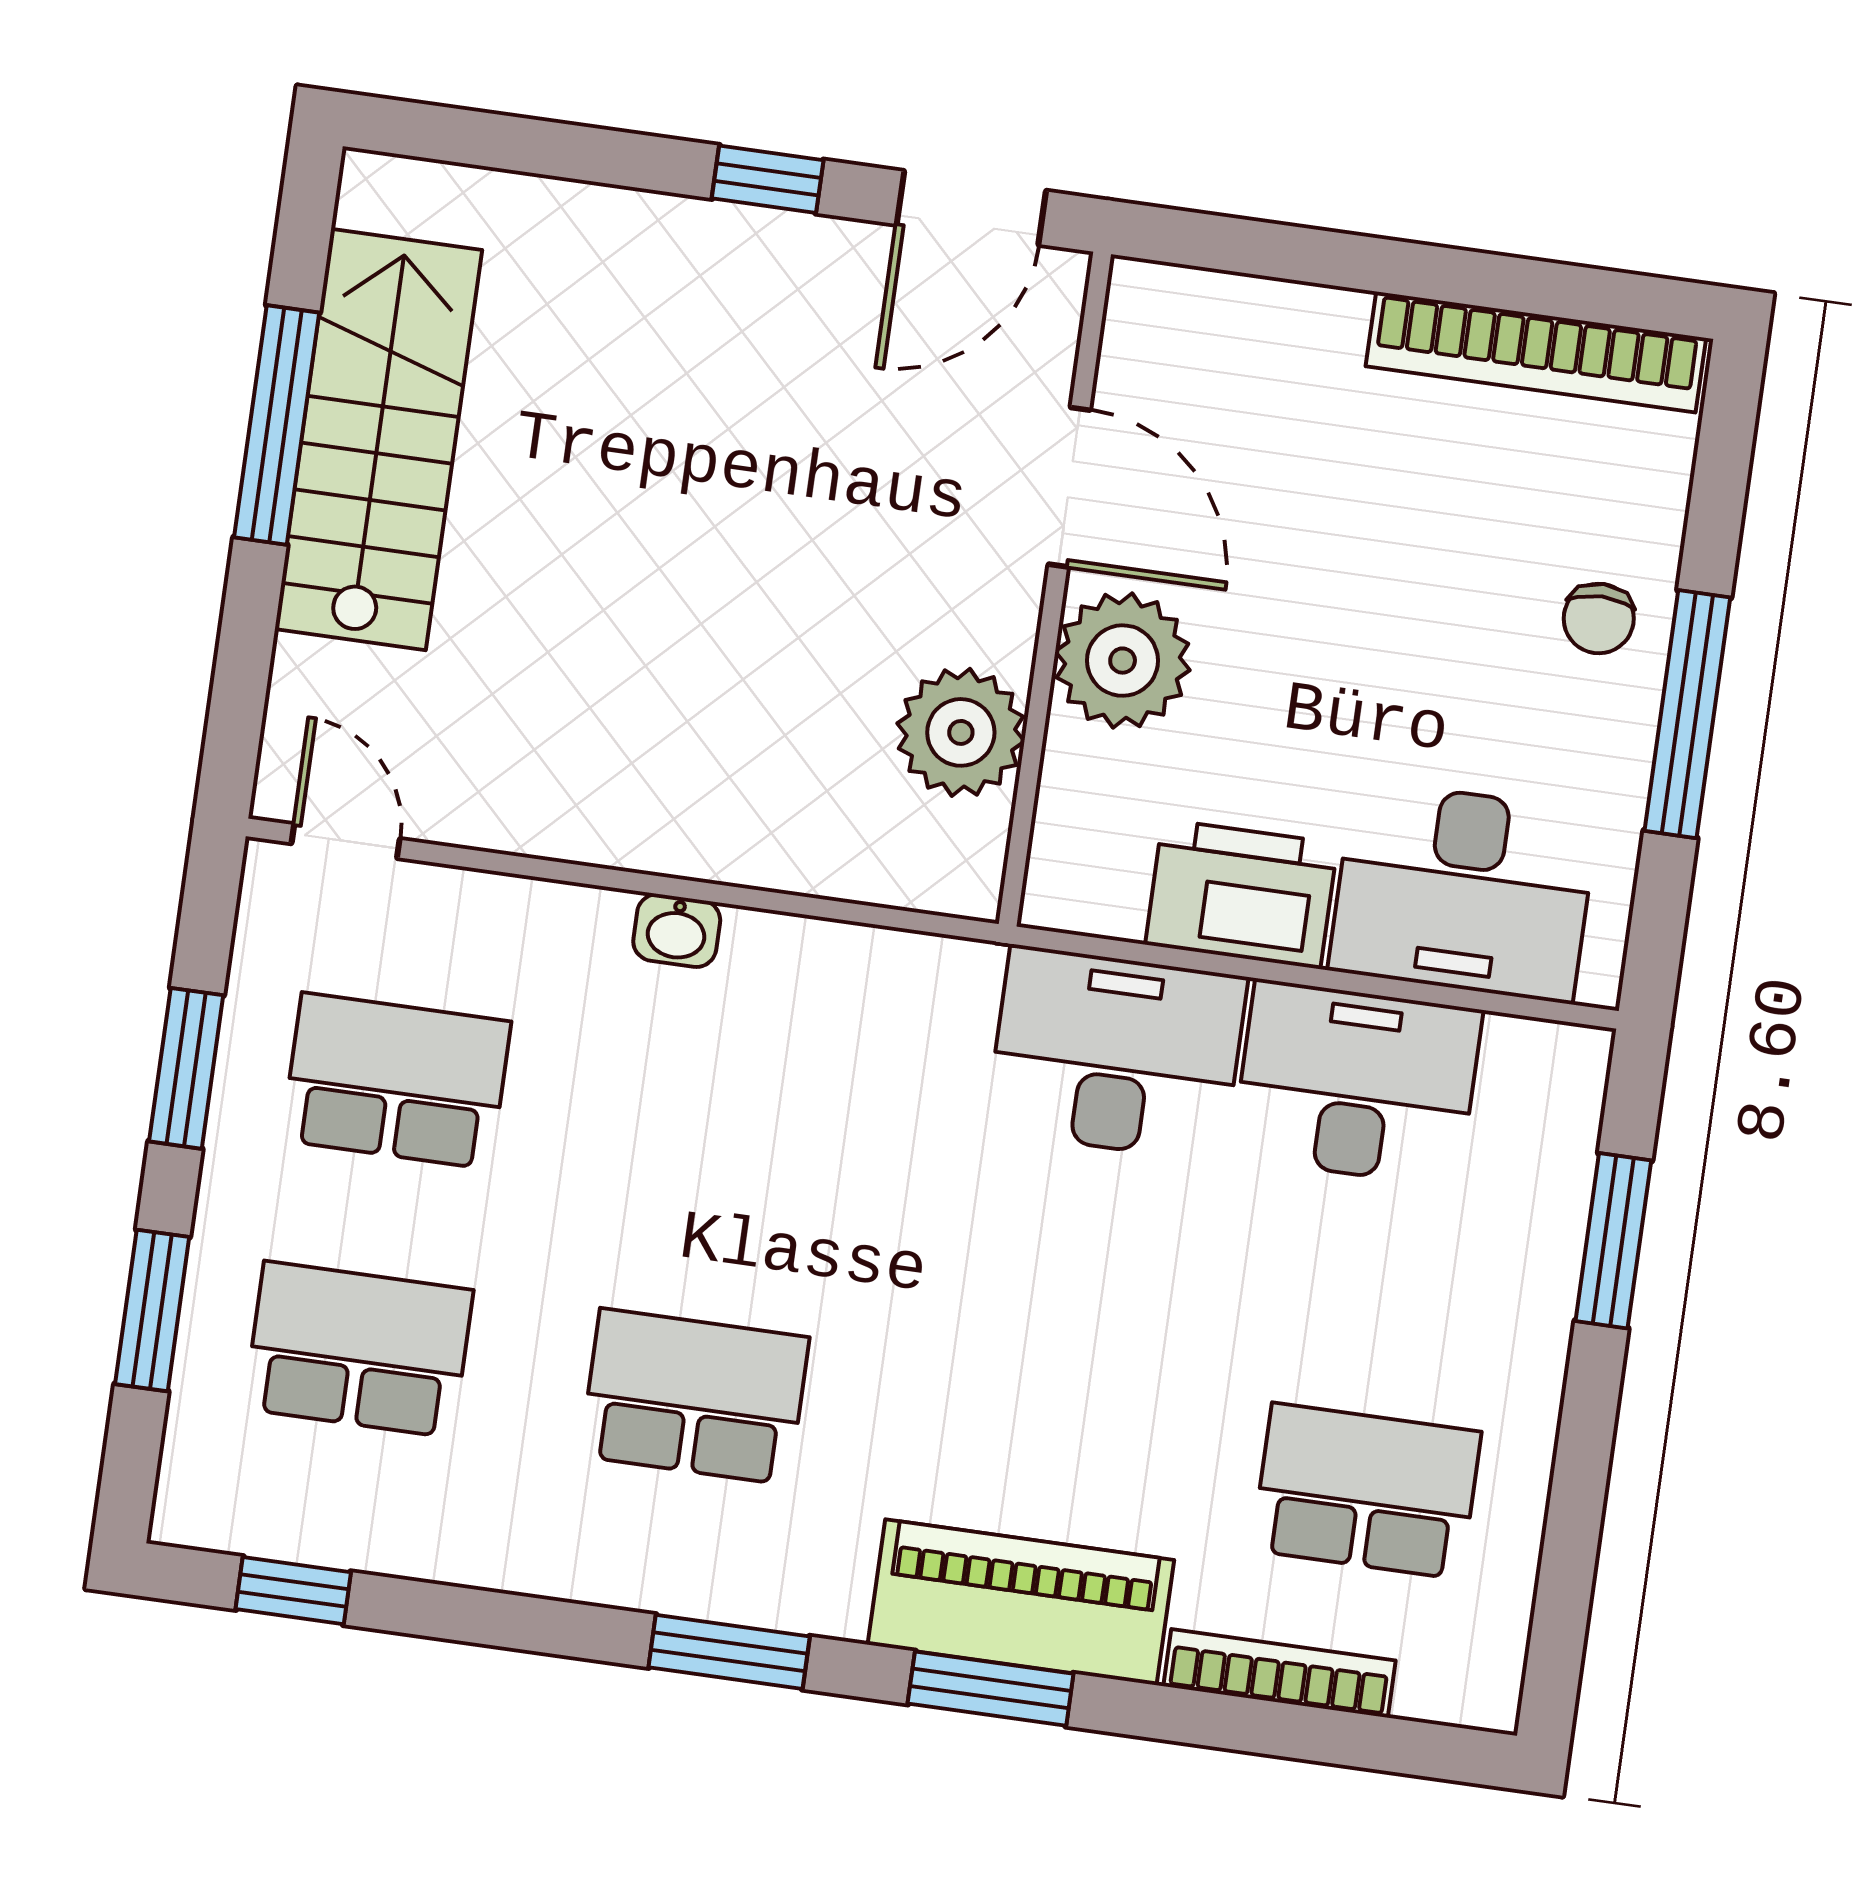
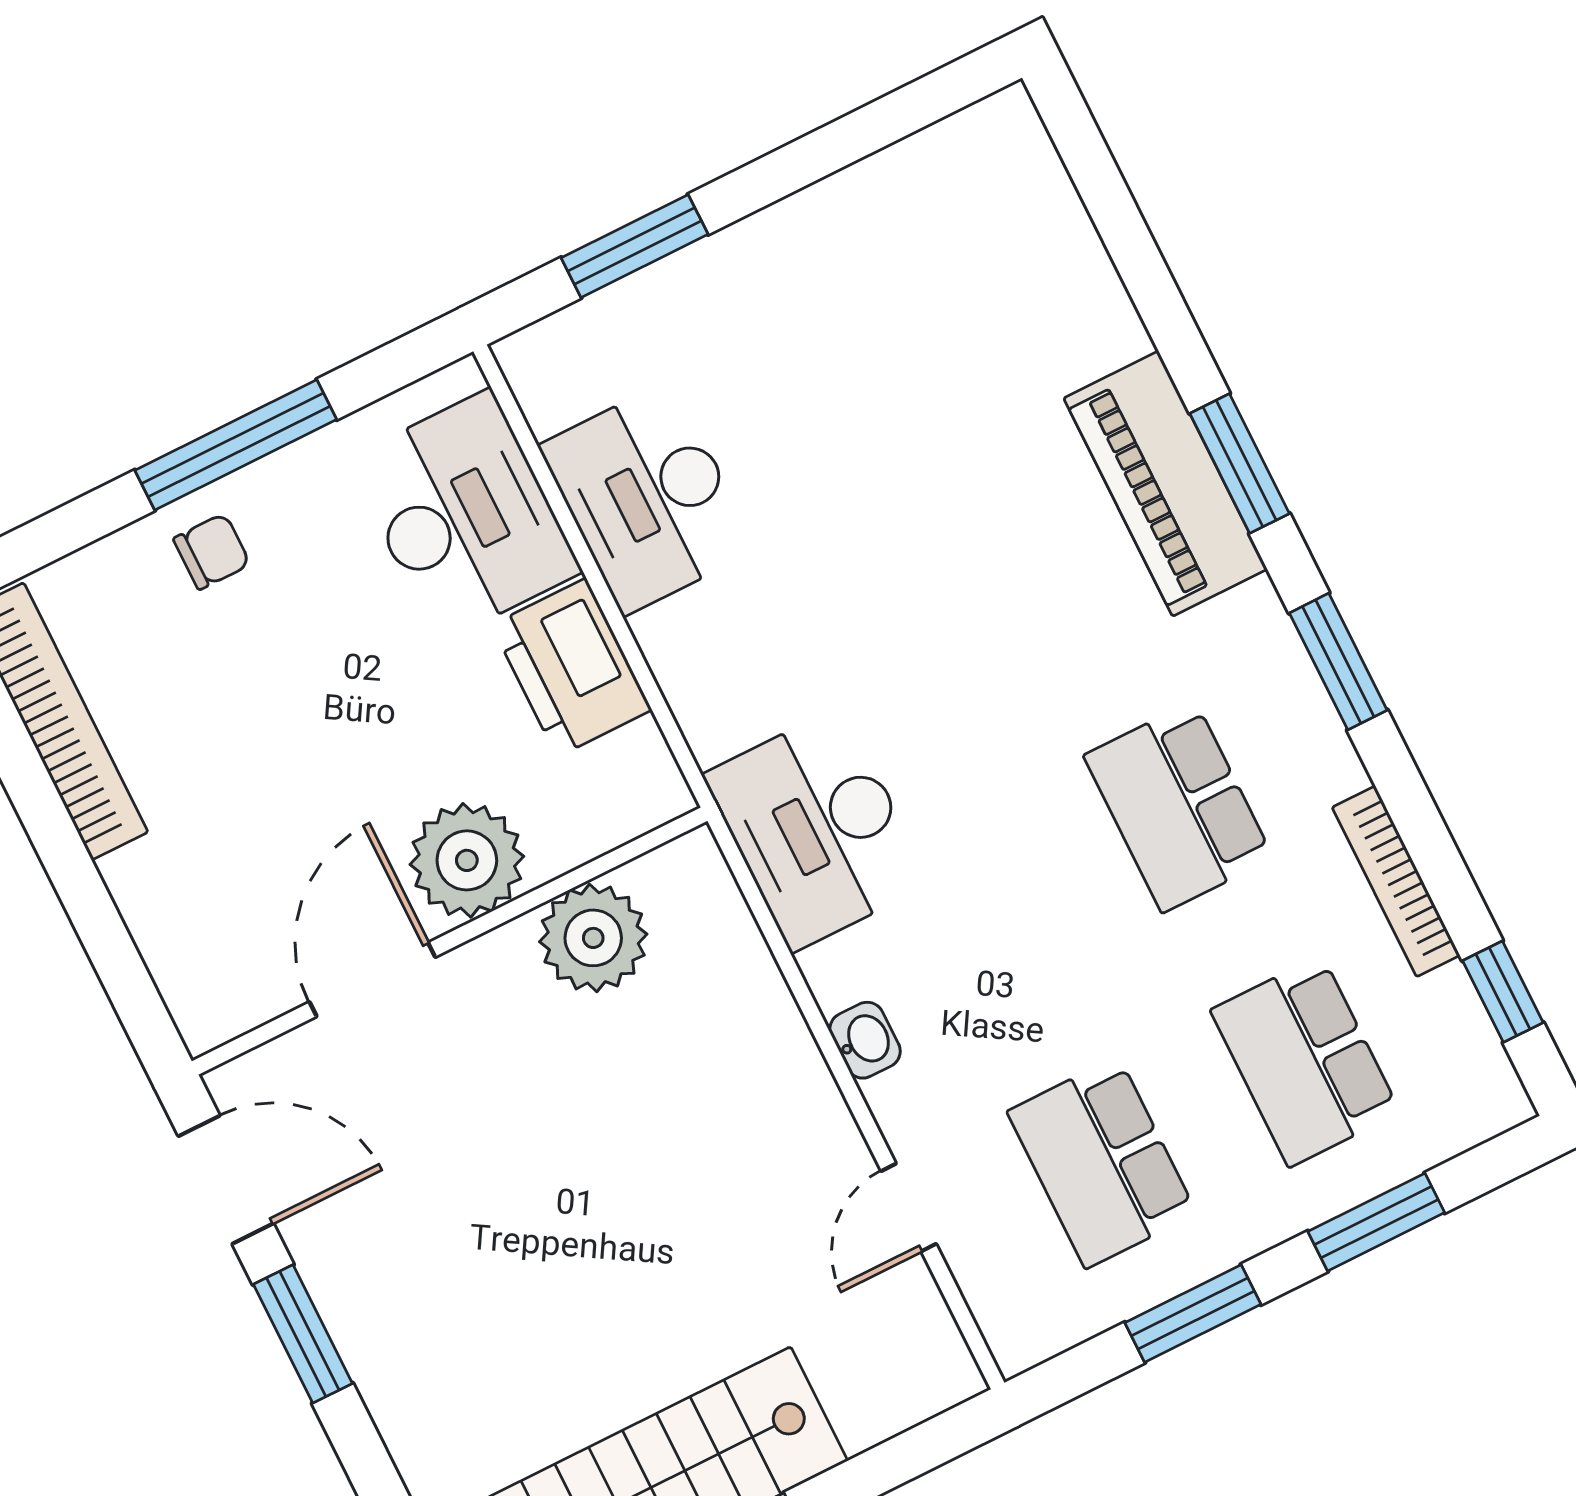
window: (768, 179) -> (303, 1334), width x1.50
door: (346, 841) -> (909, 1207), moved
desk: (1116, 1054) -> (817, 829), moved
school desk: (1366, 1491) -> (925, 298), removed
bookcase: (1280, 1673) -> (1396, 881), moved

